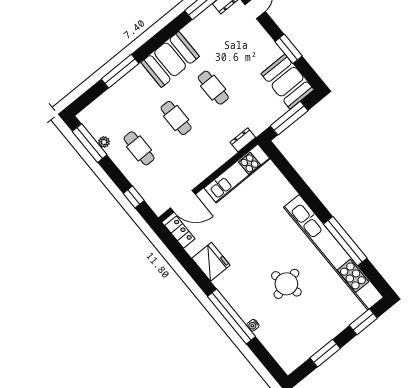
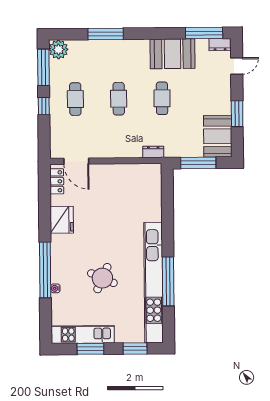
booth: (170, 59) -> (172, 54), moved
plant: (104, 142) -> (58, 50), moved, width x1.88, depth x1.88
kitchen unit: (237, 173) -> (83, 335), moved, turned 180
window: (134, 197) -> (44, 106), moved
round table: (286, 284) -> (102, 278), turned 37

